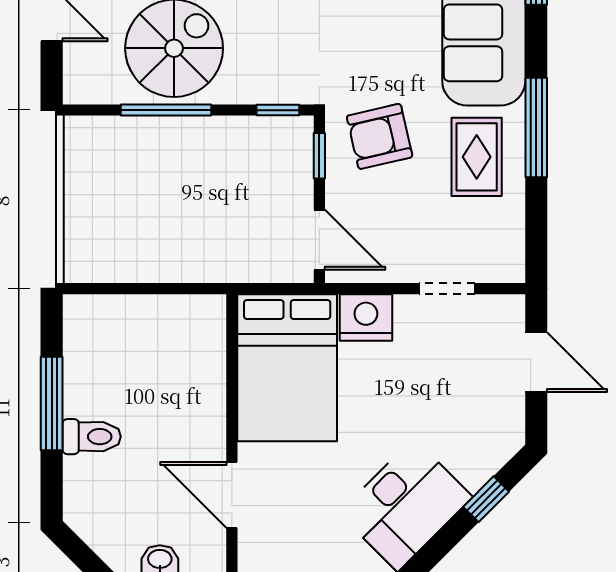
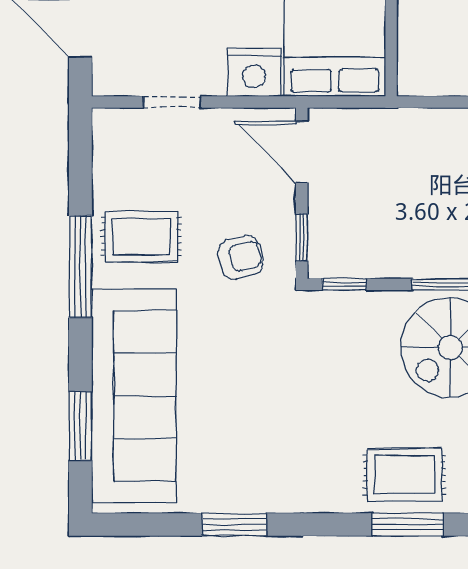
armchair: (380, 136) -> (240, 257), width x0.72, depth x0.72
rug: (477, 157) -> (141, 237), turned 90

